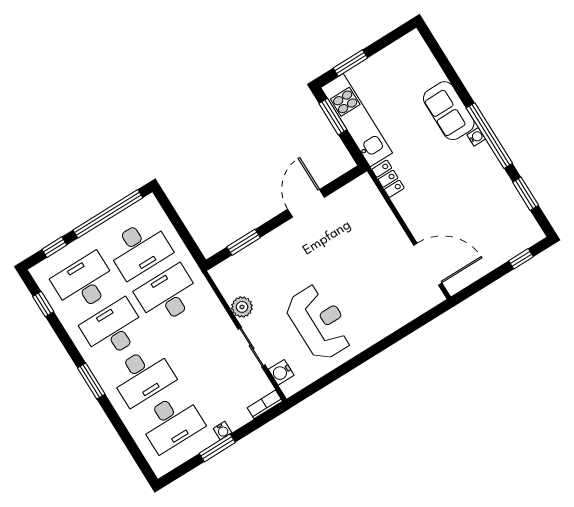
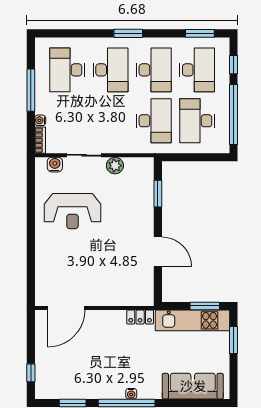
sofa: (449, 111) -> (193, 386), moved, width x1.36
window: (43, 304) -> (200, 33), width x1.50
desk: (142, 376) -> (110, 70), turned 180
water cooler: (223, 431) -> (40, 120), moved
window: (217, 448) -> (31, 90), width x1.44

